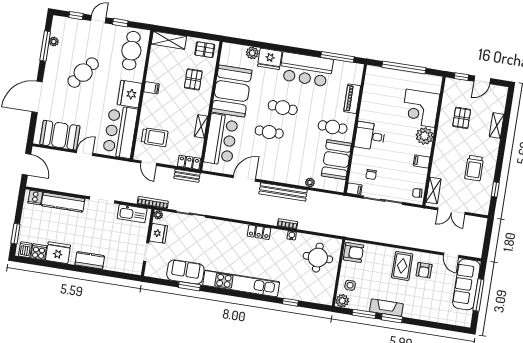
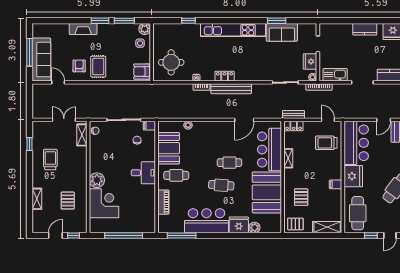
filing cabinet: (422, 161) -> (96, 158), removed
bench: (283, 192) -> (231, 89), moved
fireplace: (386, 308) -> (83, 29), moved

